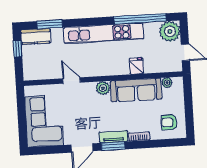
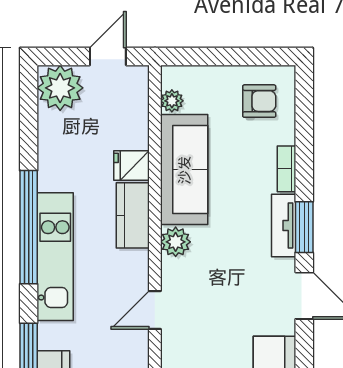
window: (140, 19) -> (29, 227), moved
kitchen unit: (104, 33) -> (55, 257), width x0.73
kitchen counter: (114, 68) -> (133, 215), added
armchair: (169, 122) -> (259, 101), turned -90

